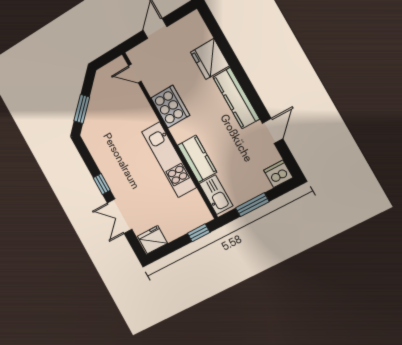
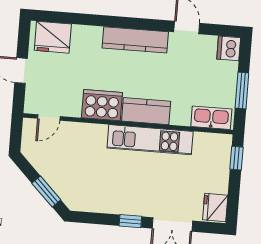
fridge: (210, 59) -> (53, 37), moved
kitchen counter: (197, 159) -> (146, 111), moved

